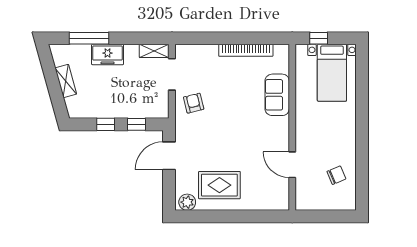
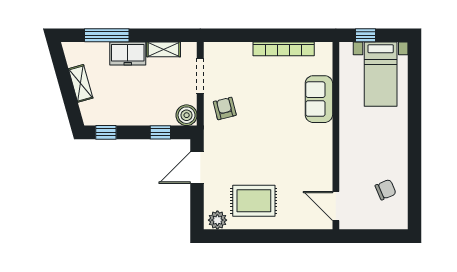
shelving: (154, 51) -> (164, 49), moved
boiler: (160, 109) -> (187, 115), added
window: (106, 124) -> (106, 132), moved
door: (292, 165) -> (336, 206), moved

